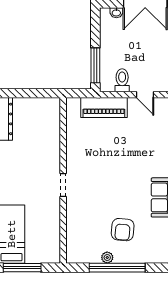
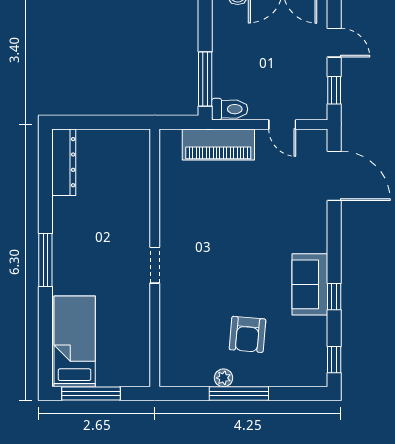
toilet: (122, 80) -> (230, 109), moved, turned 90
window: (117, 268) -> (239, 394), width x0.68

